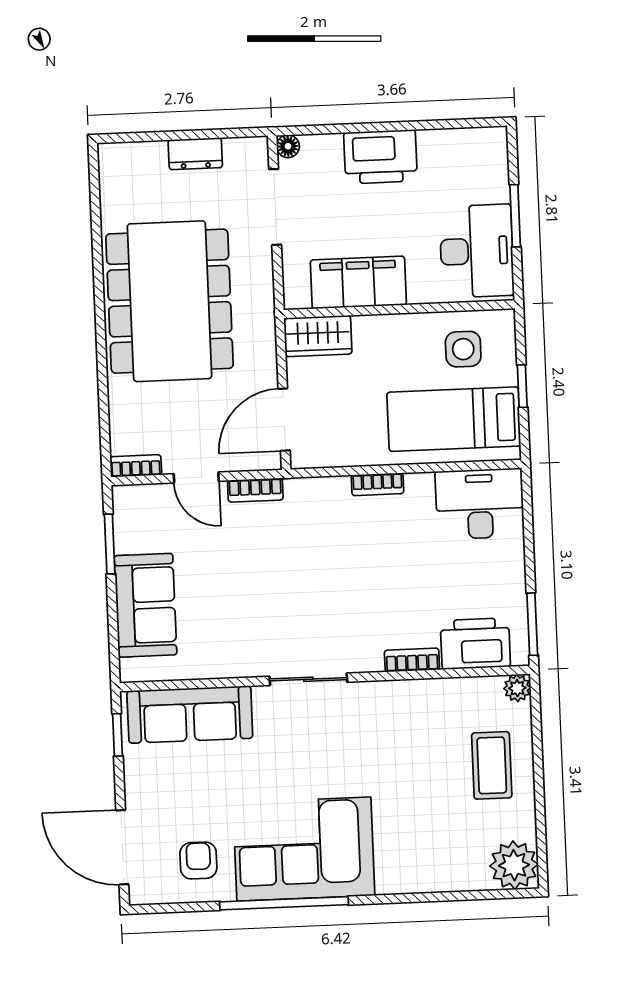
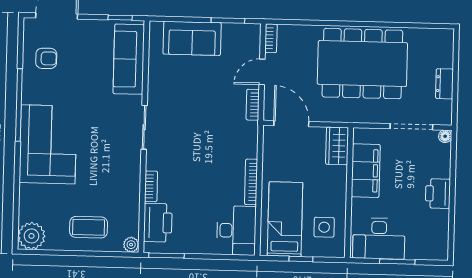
printer: (380, 157) -> (438, 194), width x0.73, depth x0.84
bookcase: (378, 484) -> (251, 182), width x1.56
corner sofa: (304, 849) -> (48, 144), moved

